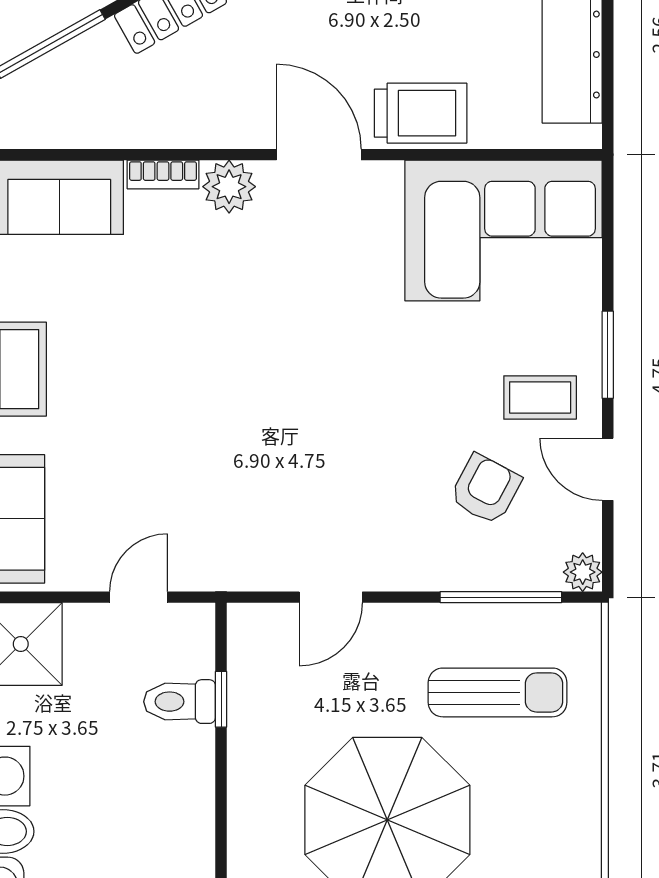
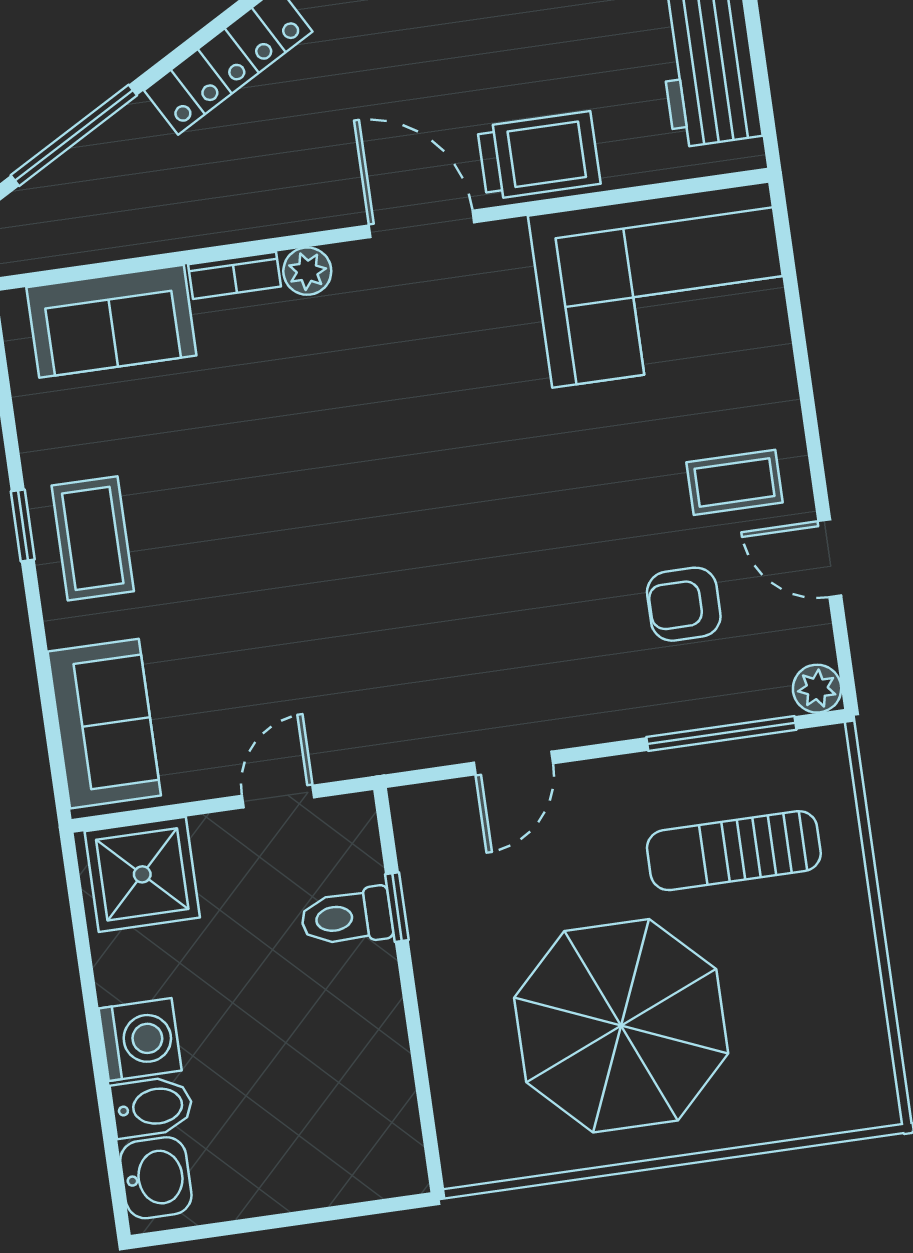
plant: (229, 187) -> (307, 271), width x0.73, depth x0.73
window: (608, 355) -> (810, 418), removed
armchair: (486, 489) -> (684, 604), turned -118
sun lounger: (498, 692) -> (734, 851), turned 180

